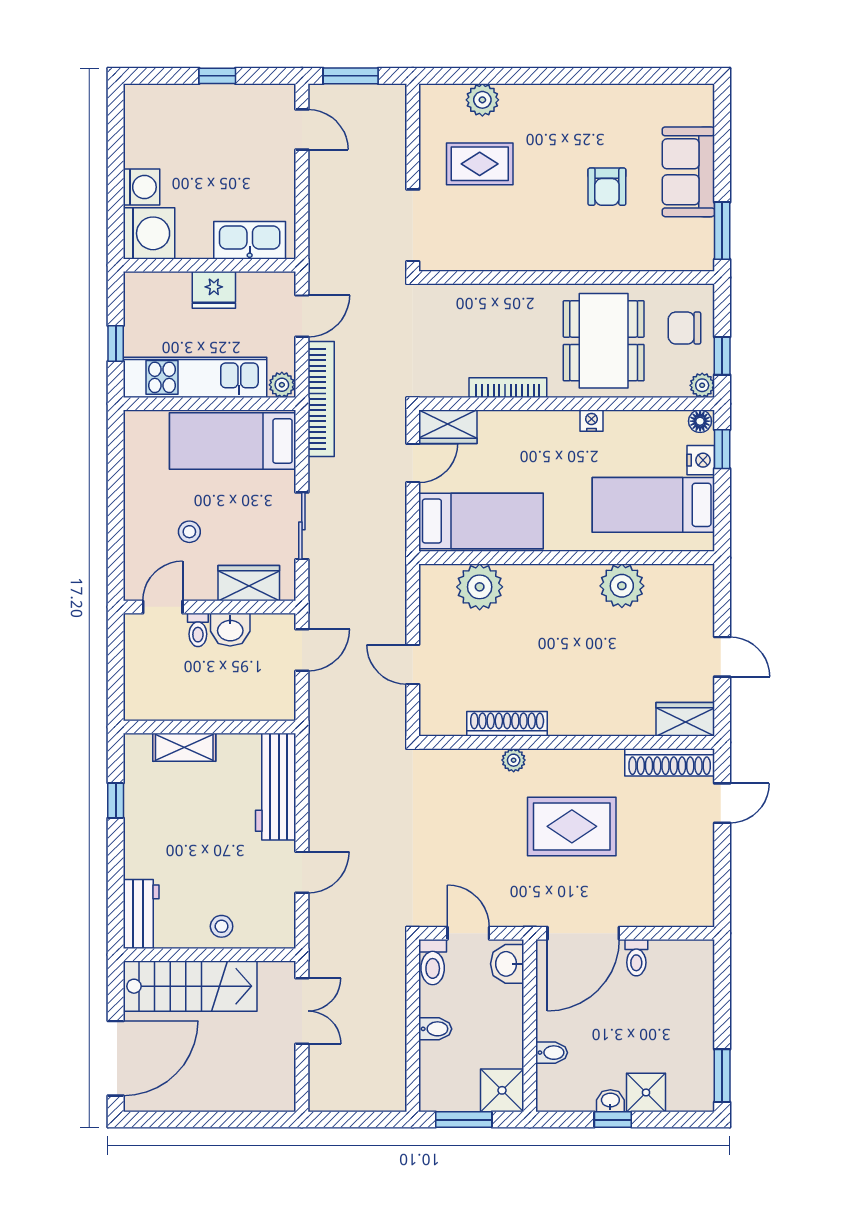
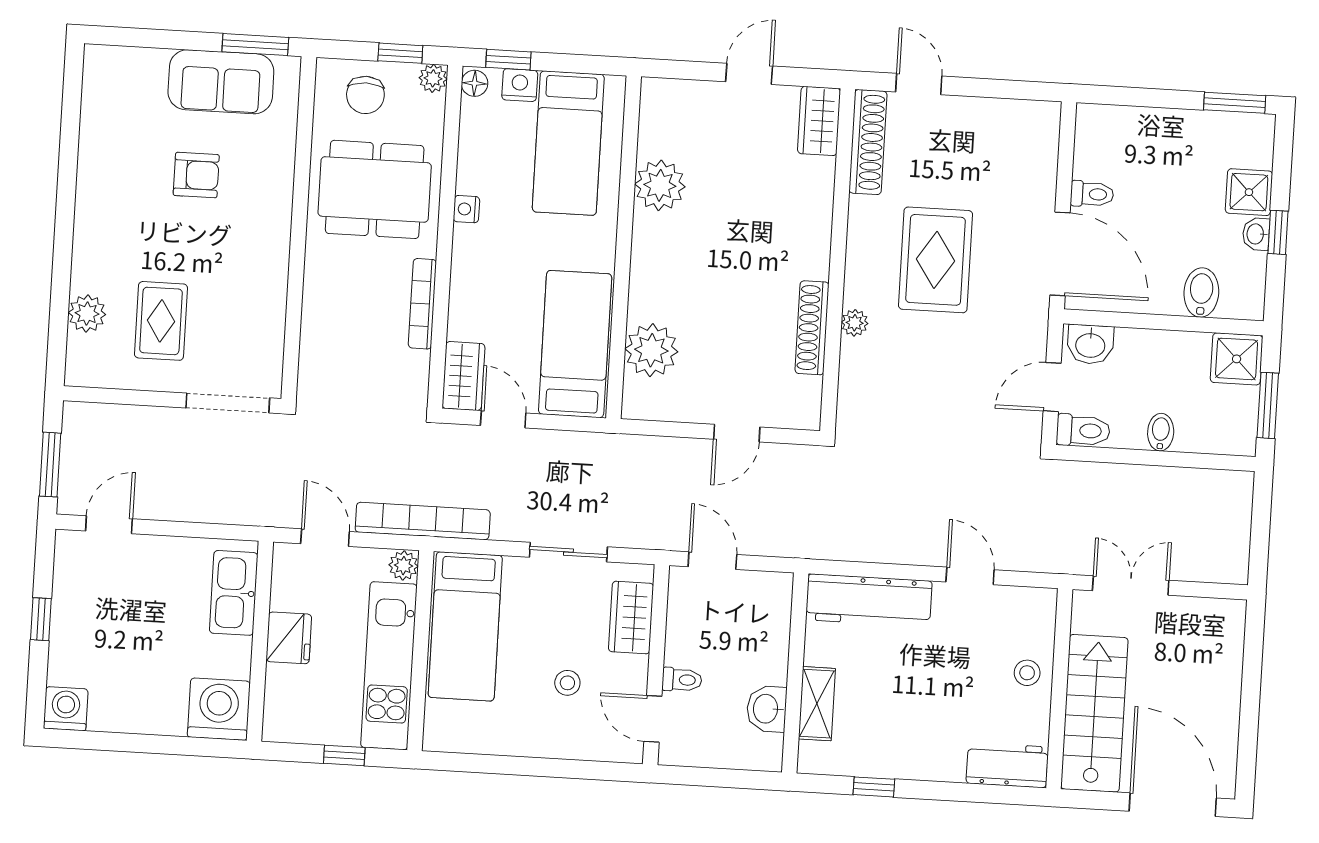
sofa: (688, 172) -> (221, 82), moved
washing machine: (142, 187) -> (66, 709), moved
washbasin: (230, 630) -> (767, 709), moved, turned 180
bidet: (552, 1053) -> (1201, 292), width x1.38, depth x1.36

